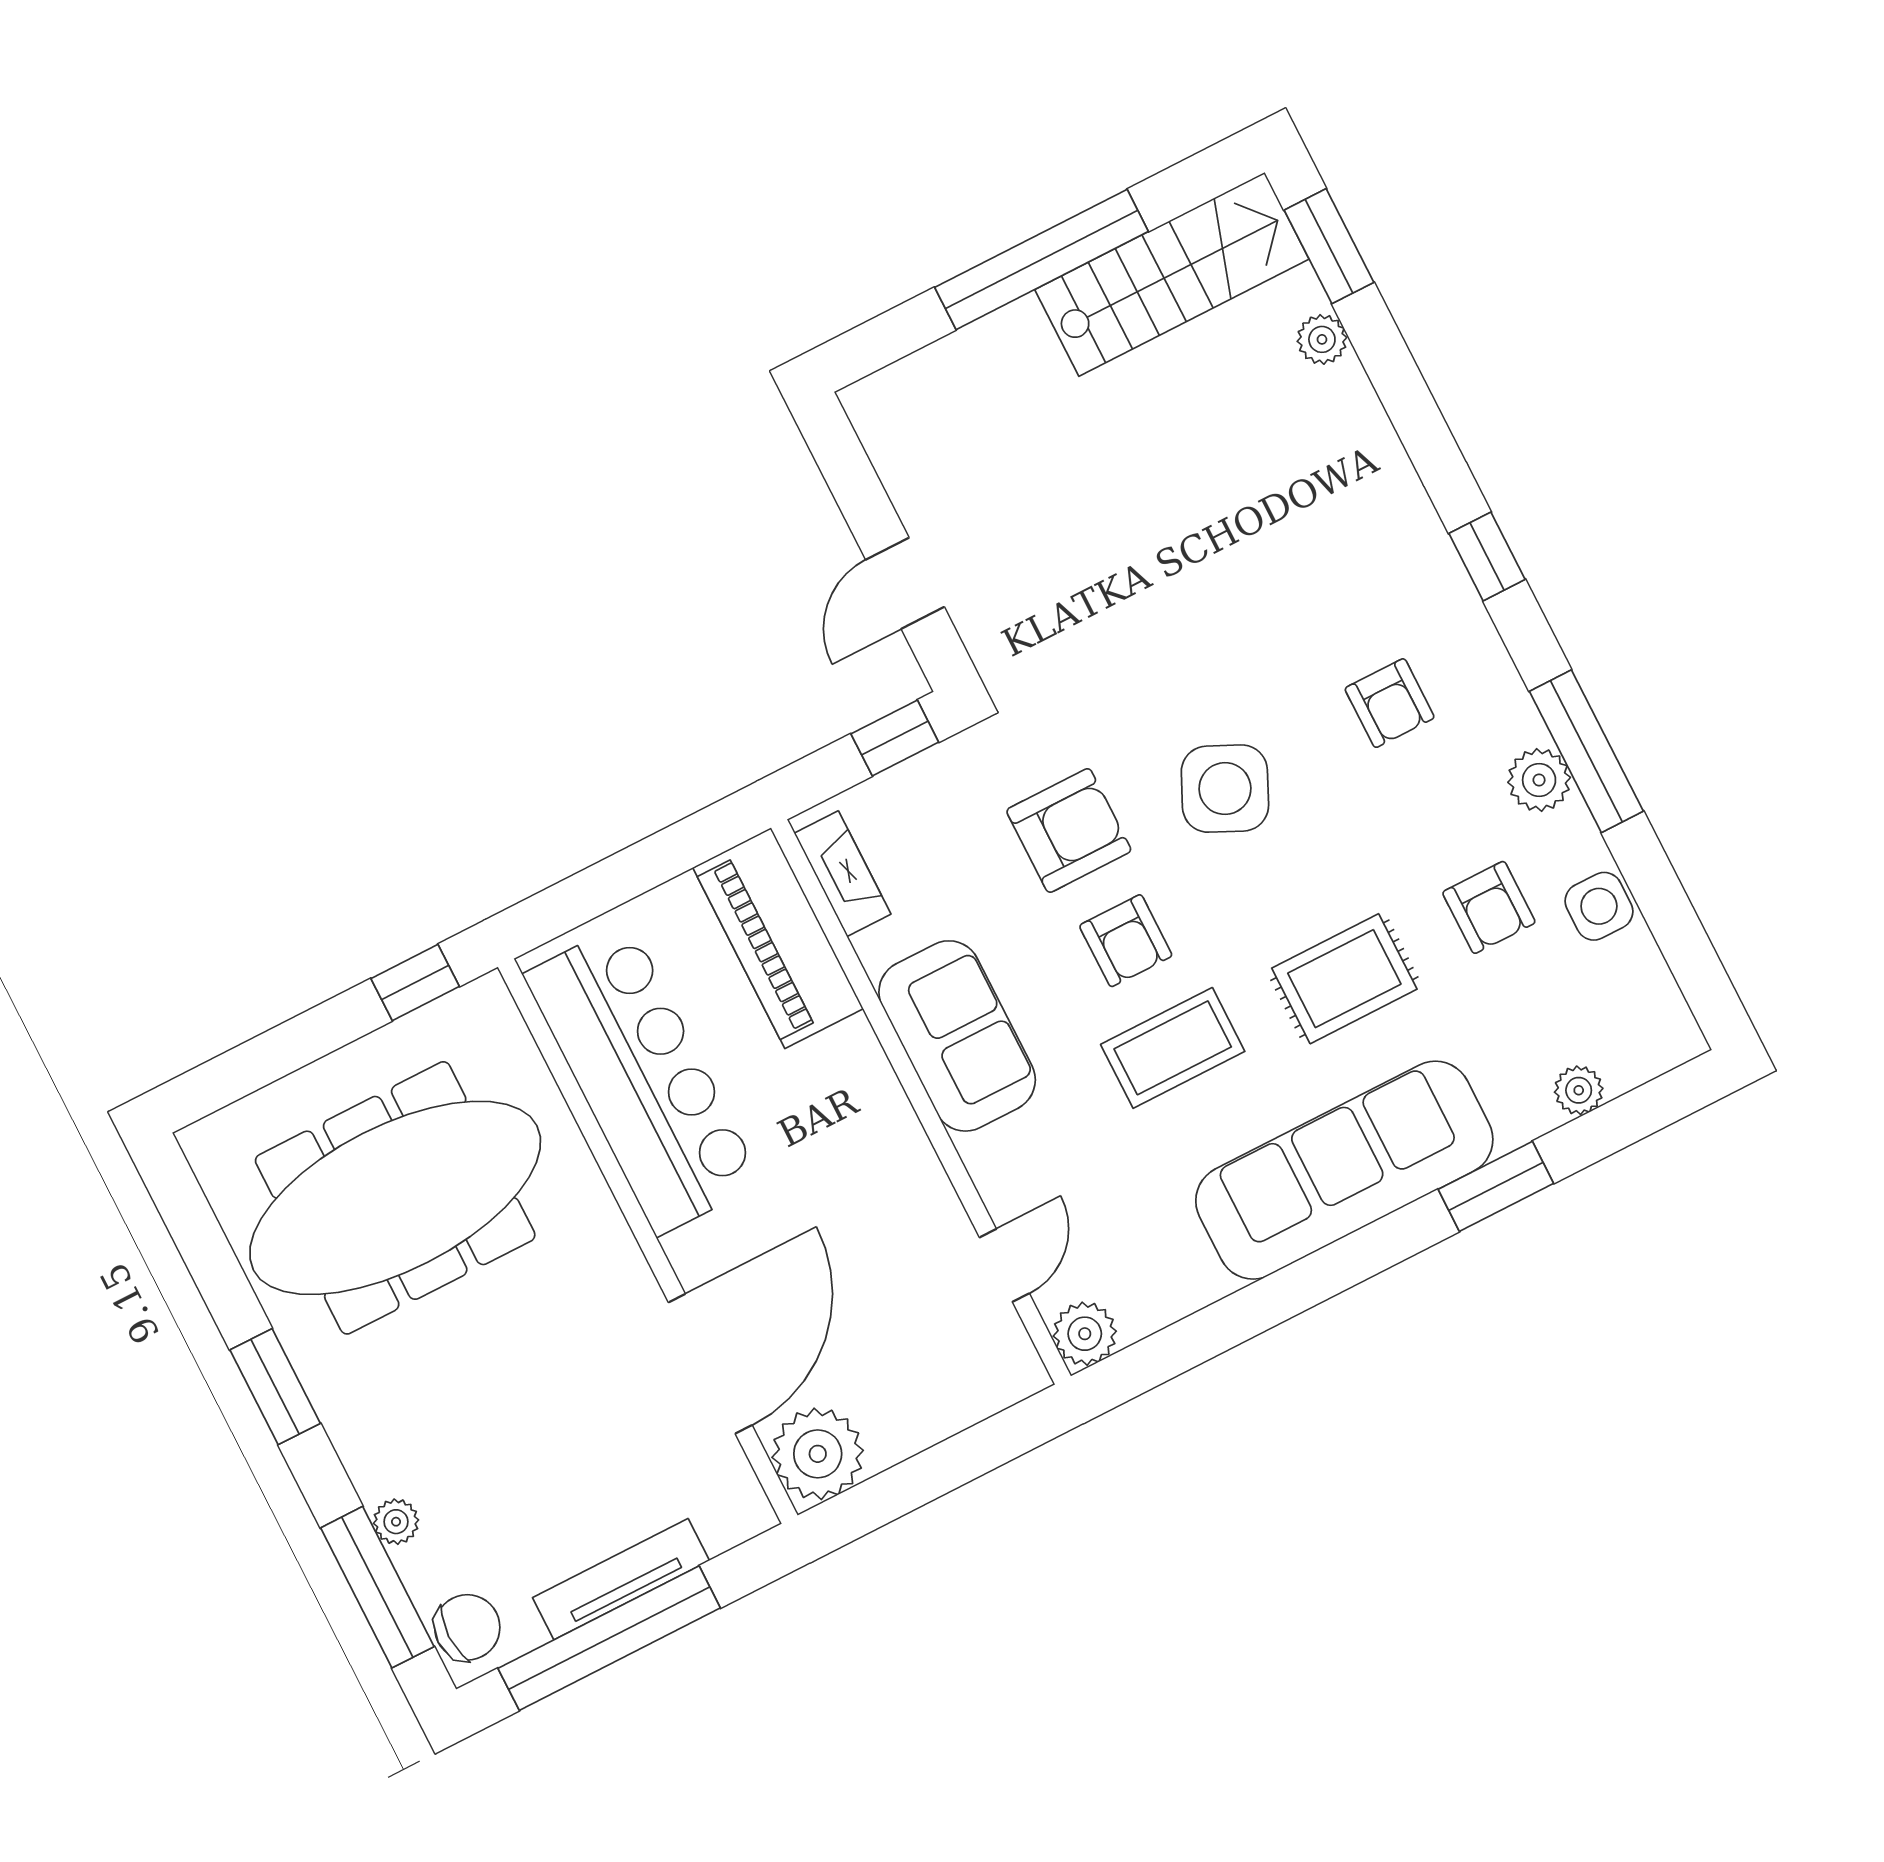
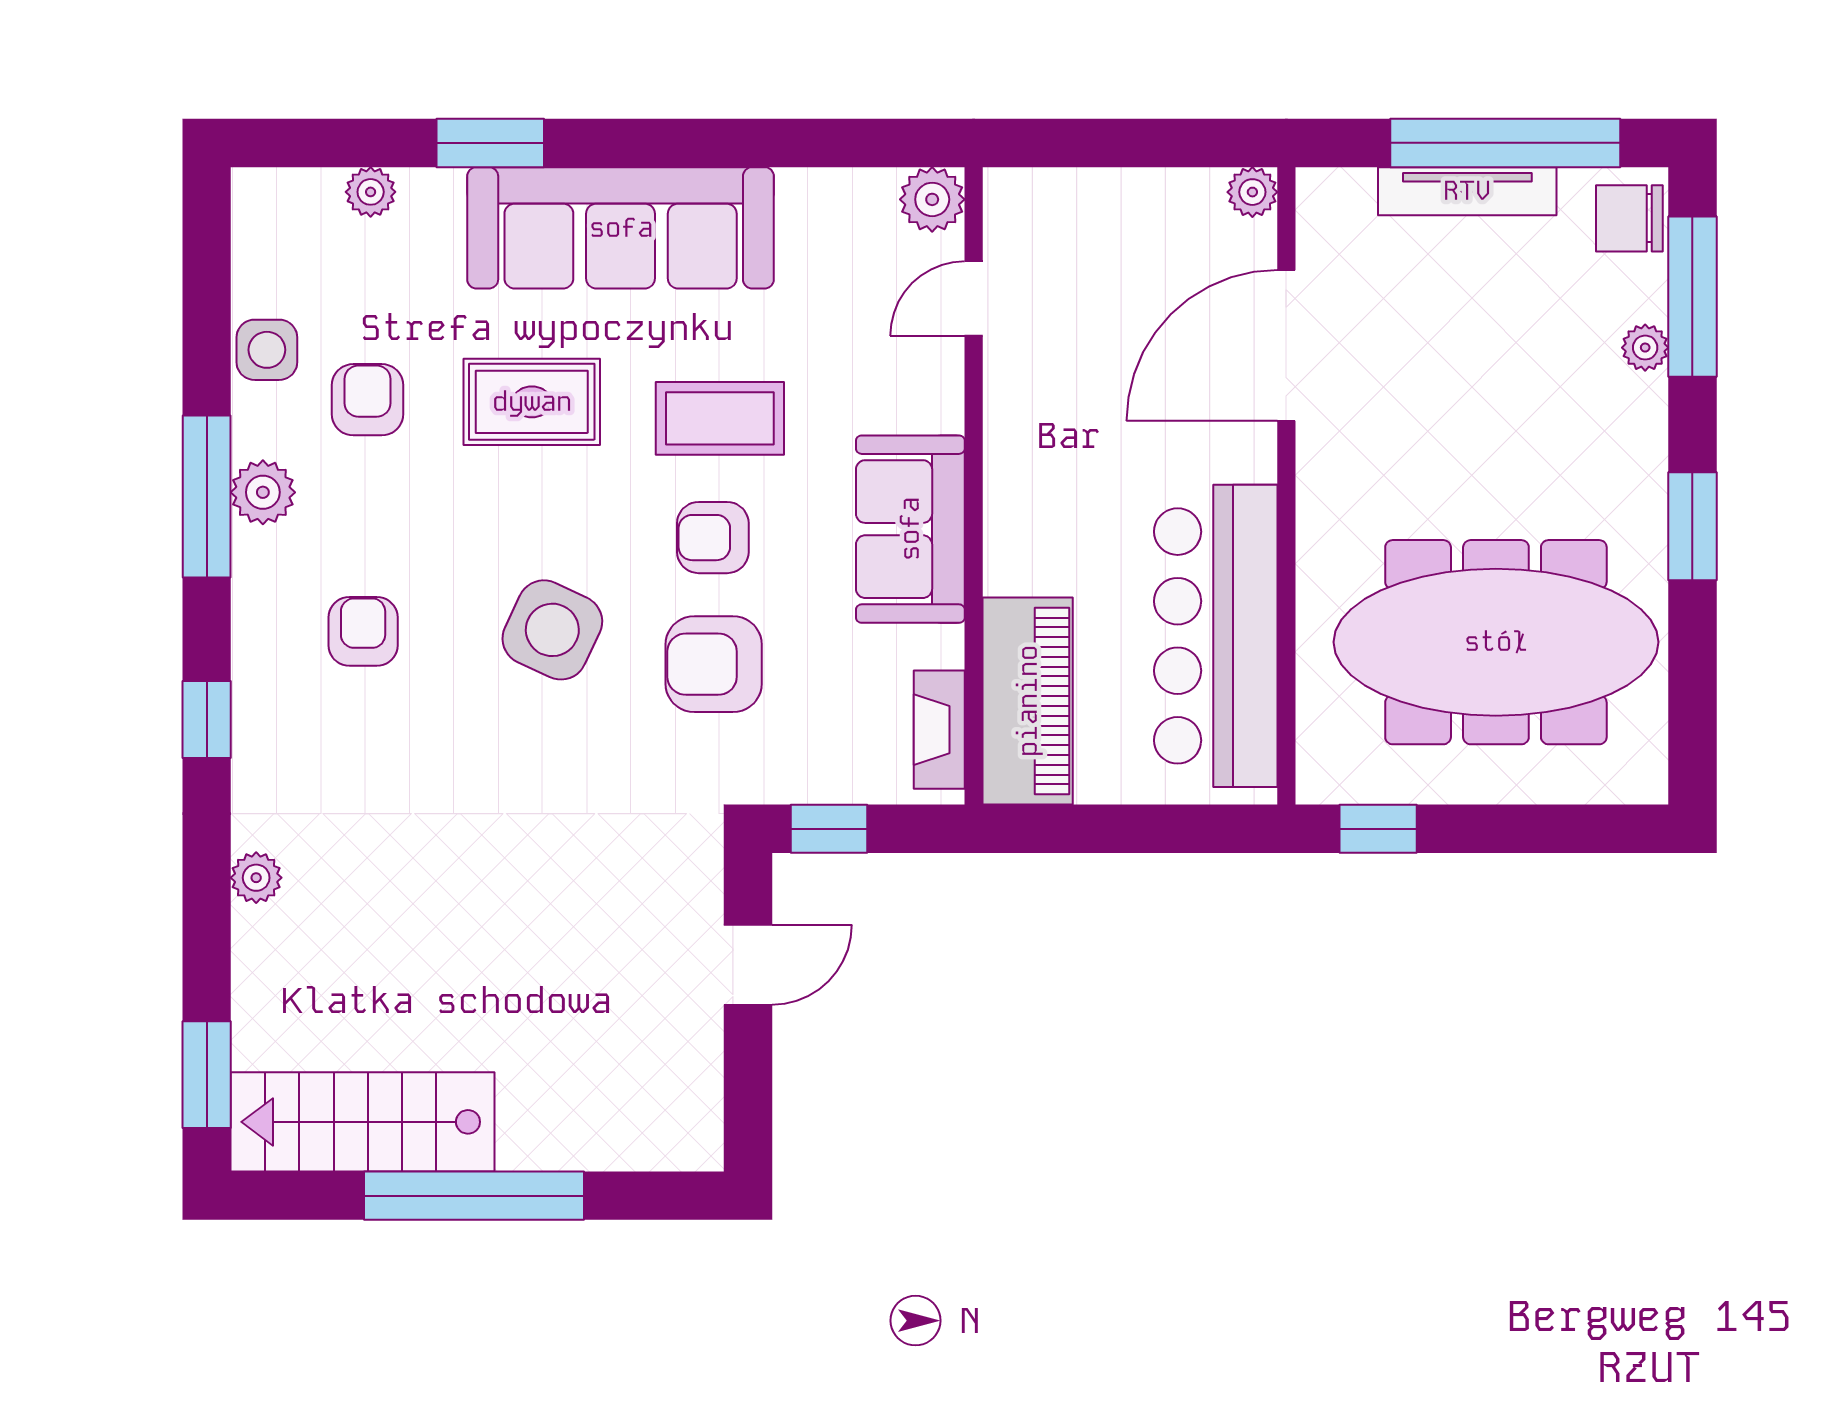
plant: (1322, 339) -> (256, 878), moved
armchair: (1126, 941) -> (713, 538), turned -90
plant: (818, 1454) -> (1252, 192), width x0.53, depth x0.53

